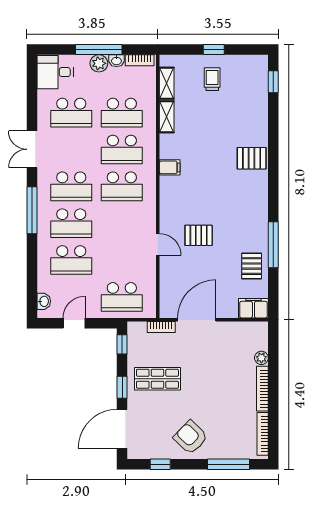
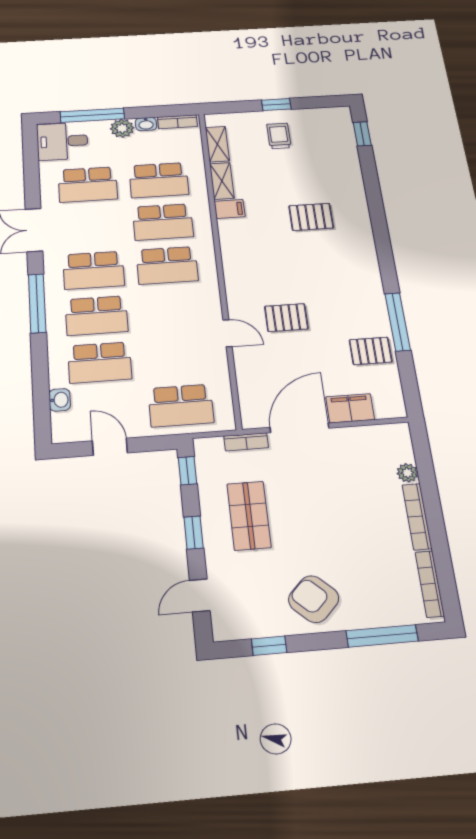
window: (99, 49) -> (92, 115), moved
pallet: (252, 158) -> (311, 217), moved
filing cabinet: (170, 167) -> (230, 209), moved
pallet: (252, 266) -> (371, 351), turned 90
washbasin: (44, 301) -> (60, 400), moved
filing cabinet: (253, 308) -> (350, 408), moved
door: (74, 323) -> (110, 447), hinge flipped
shop shelf: (157, 379) -> (249, 516), turned 90
door: (122, 429) -> (200, 595), width x0.53

